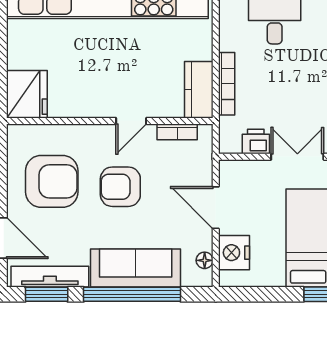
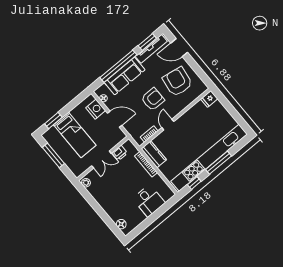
fridge: (27, 94) -> (209, 99), width x0.53, depth x0.75
armchair: (52, 181) -> (178, 82), turned 99

